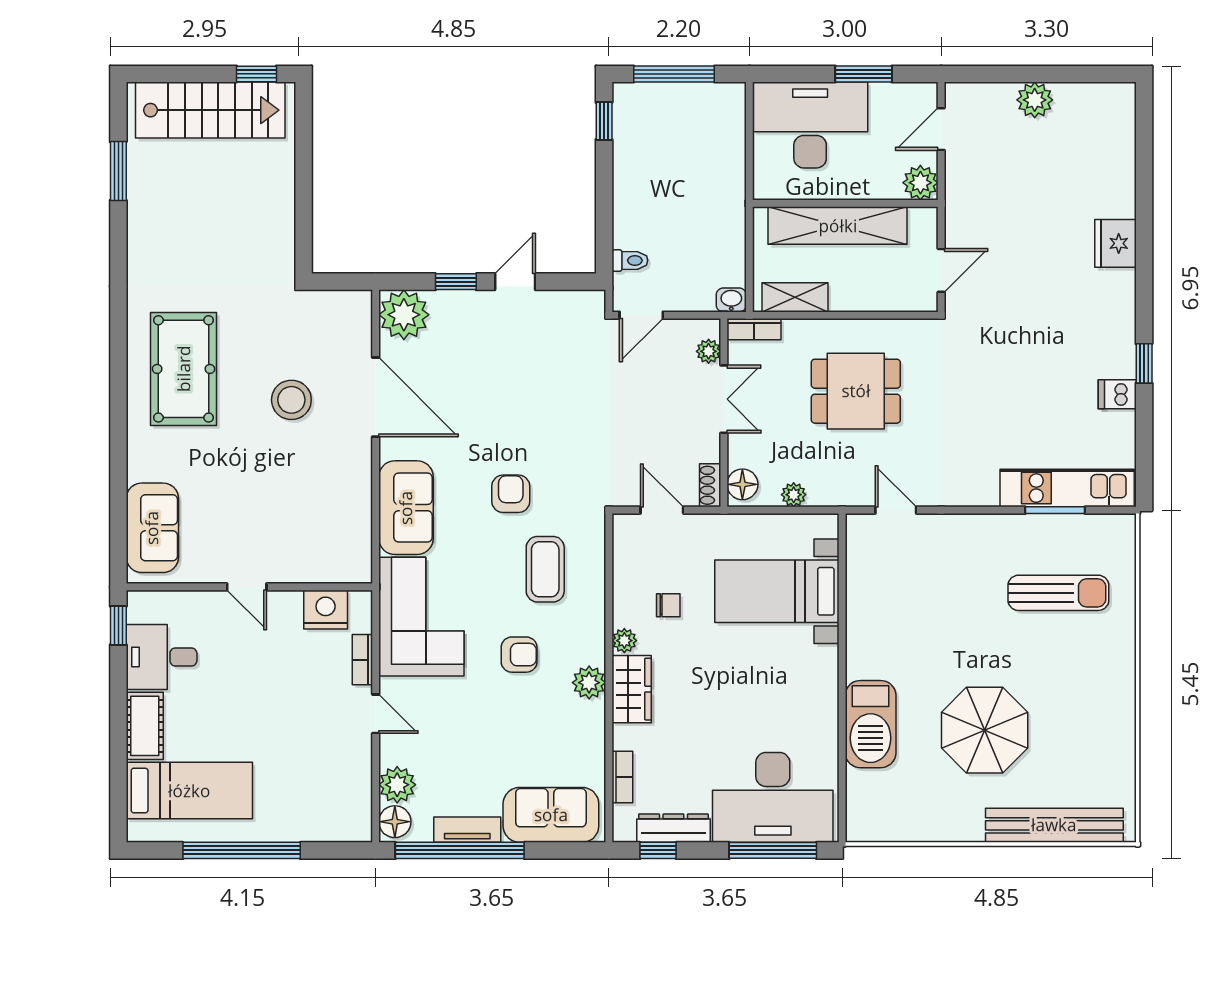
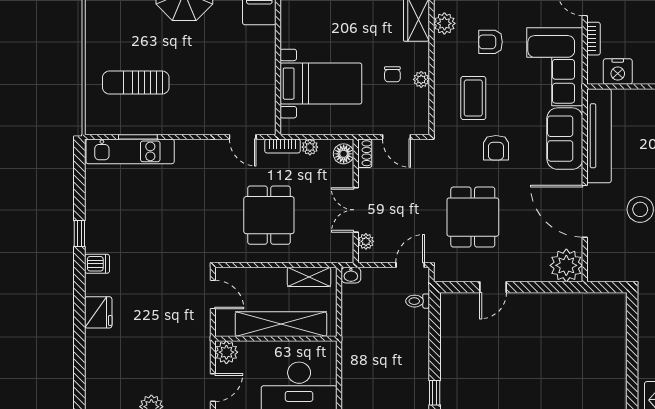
door: (941, 270) -> (213, 295), swing flipped
window: (456, 282) -> (532, 287), removed
bookcase: (754, 329) -> (283, 146), moved, turned 180
dining table: (546, 388) -> (473, 217), added
dining table: (856, 391) -> (269, 215), turned 90
dishwasher: (1117, 394) -> (97, 264), moved
tv unit: (354, 512) -> (599, 136), added
chair: (668, 605) -> (392, 74), turned -90
plant: (624, 641) -> (421, 79), moved

